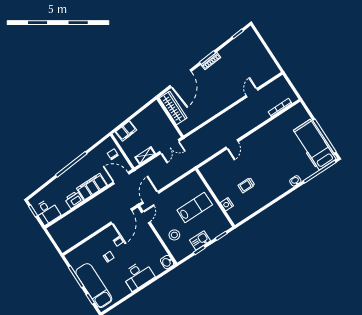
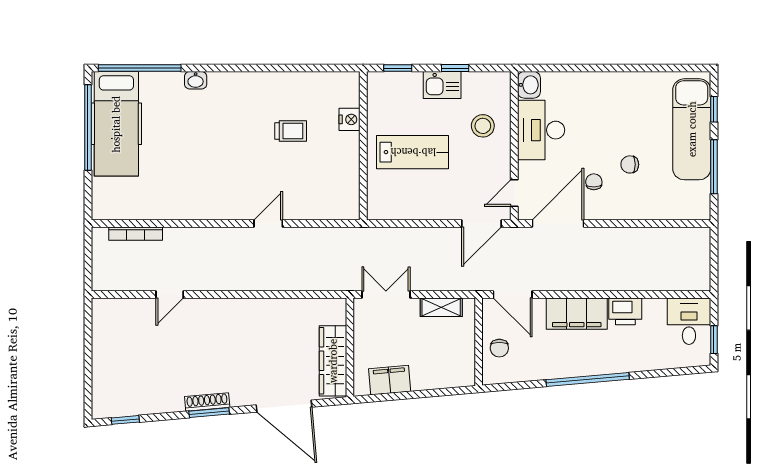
door: (181, 79) -> (284, 406), swing flipped
filing cabinet: (126, 131) -> (390, 380), moved
lab bench: (195, 207) -> (413, 152), turned 180
desk: (138, 275) -> (541, 130), moved, turned -90

